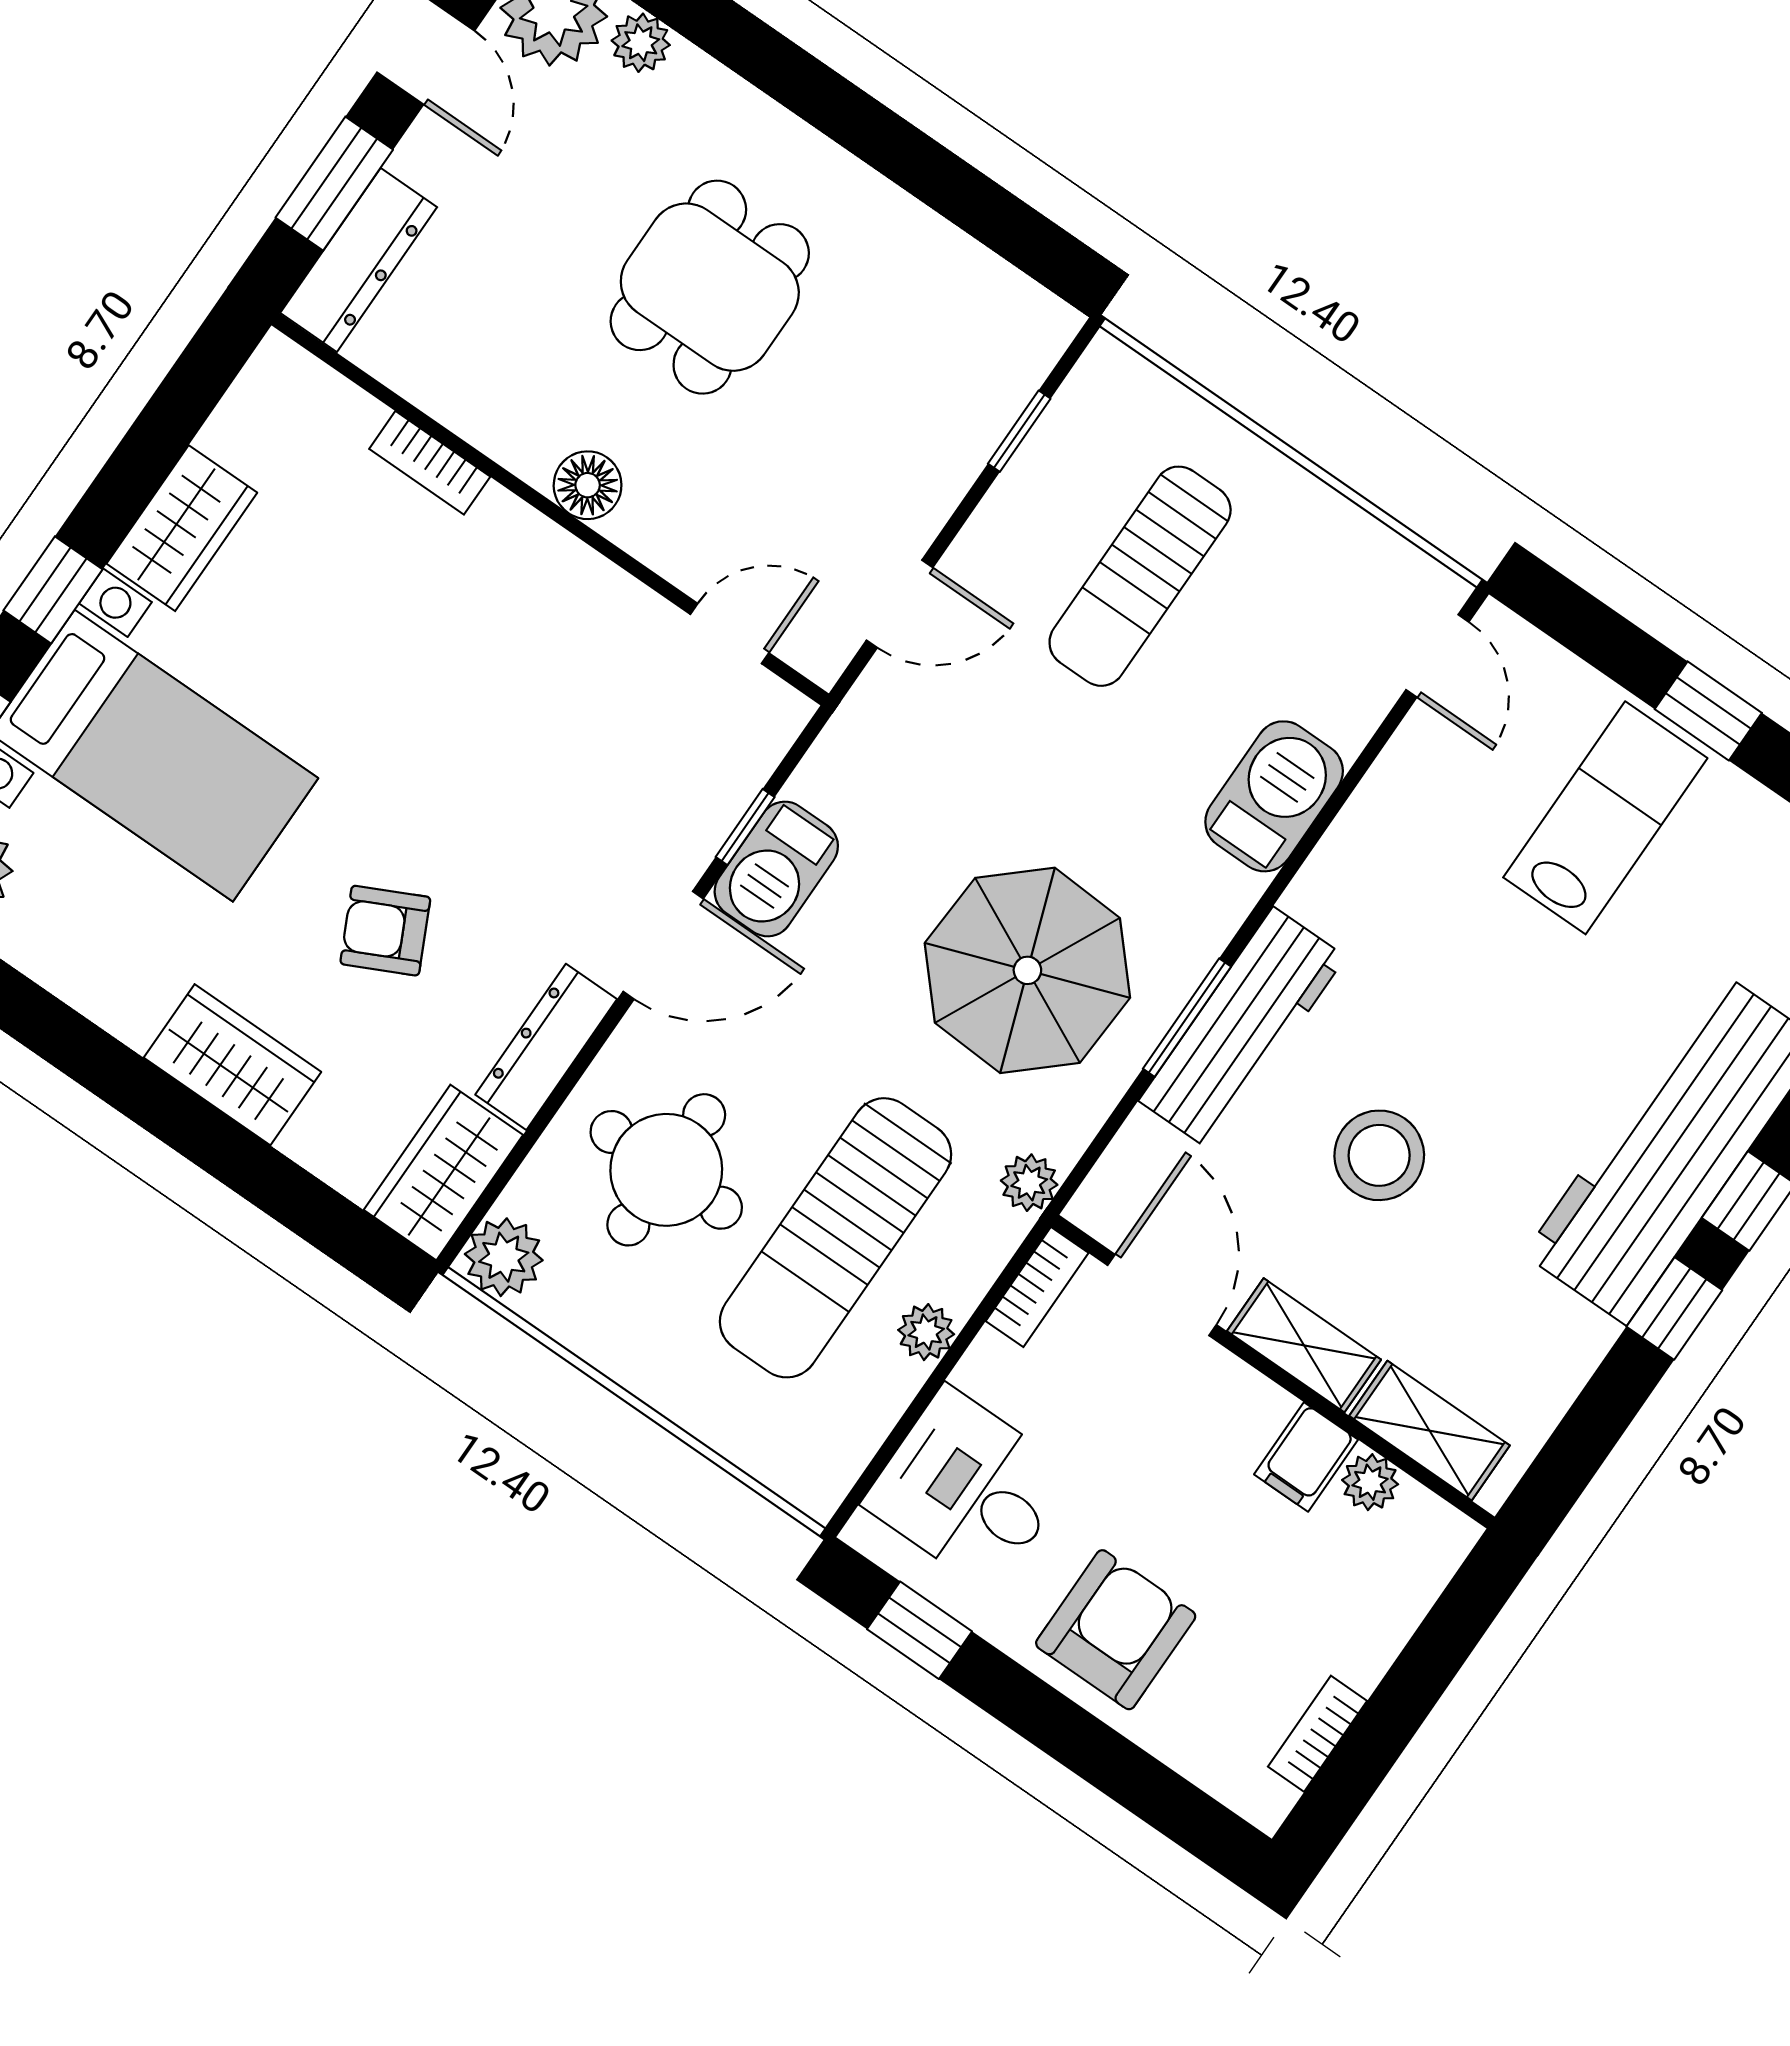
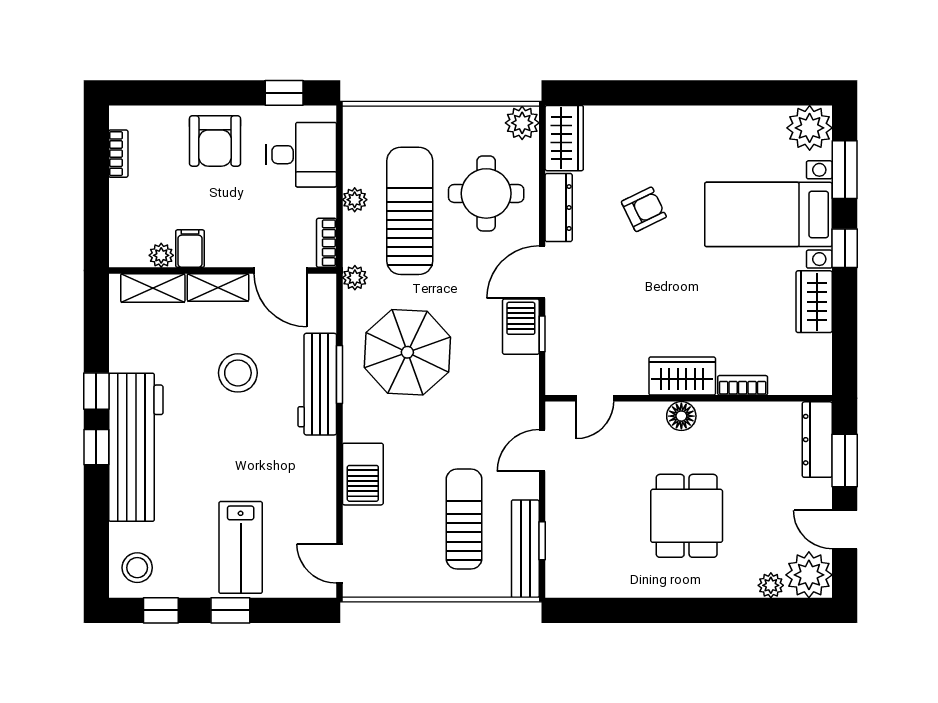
bench: (1062, 438) -> (525, 549), added
wardrobe: (232, 1065) -> (682, 376), moved, turned 180

